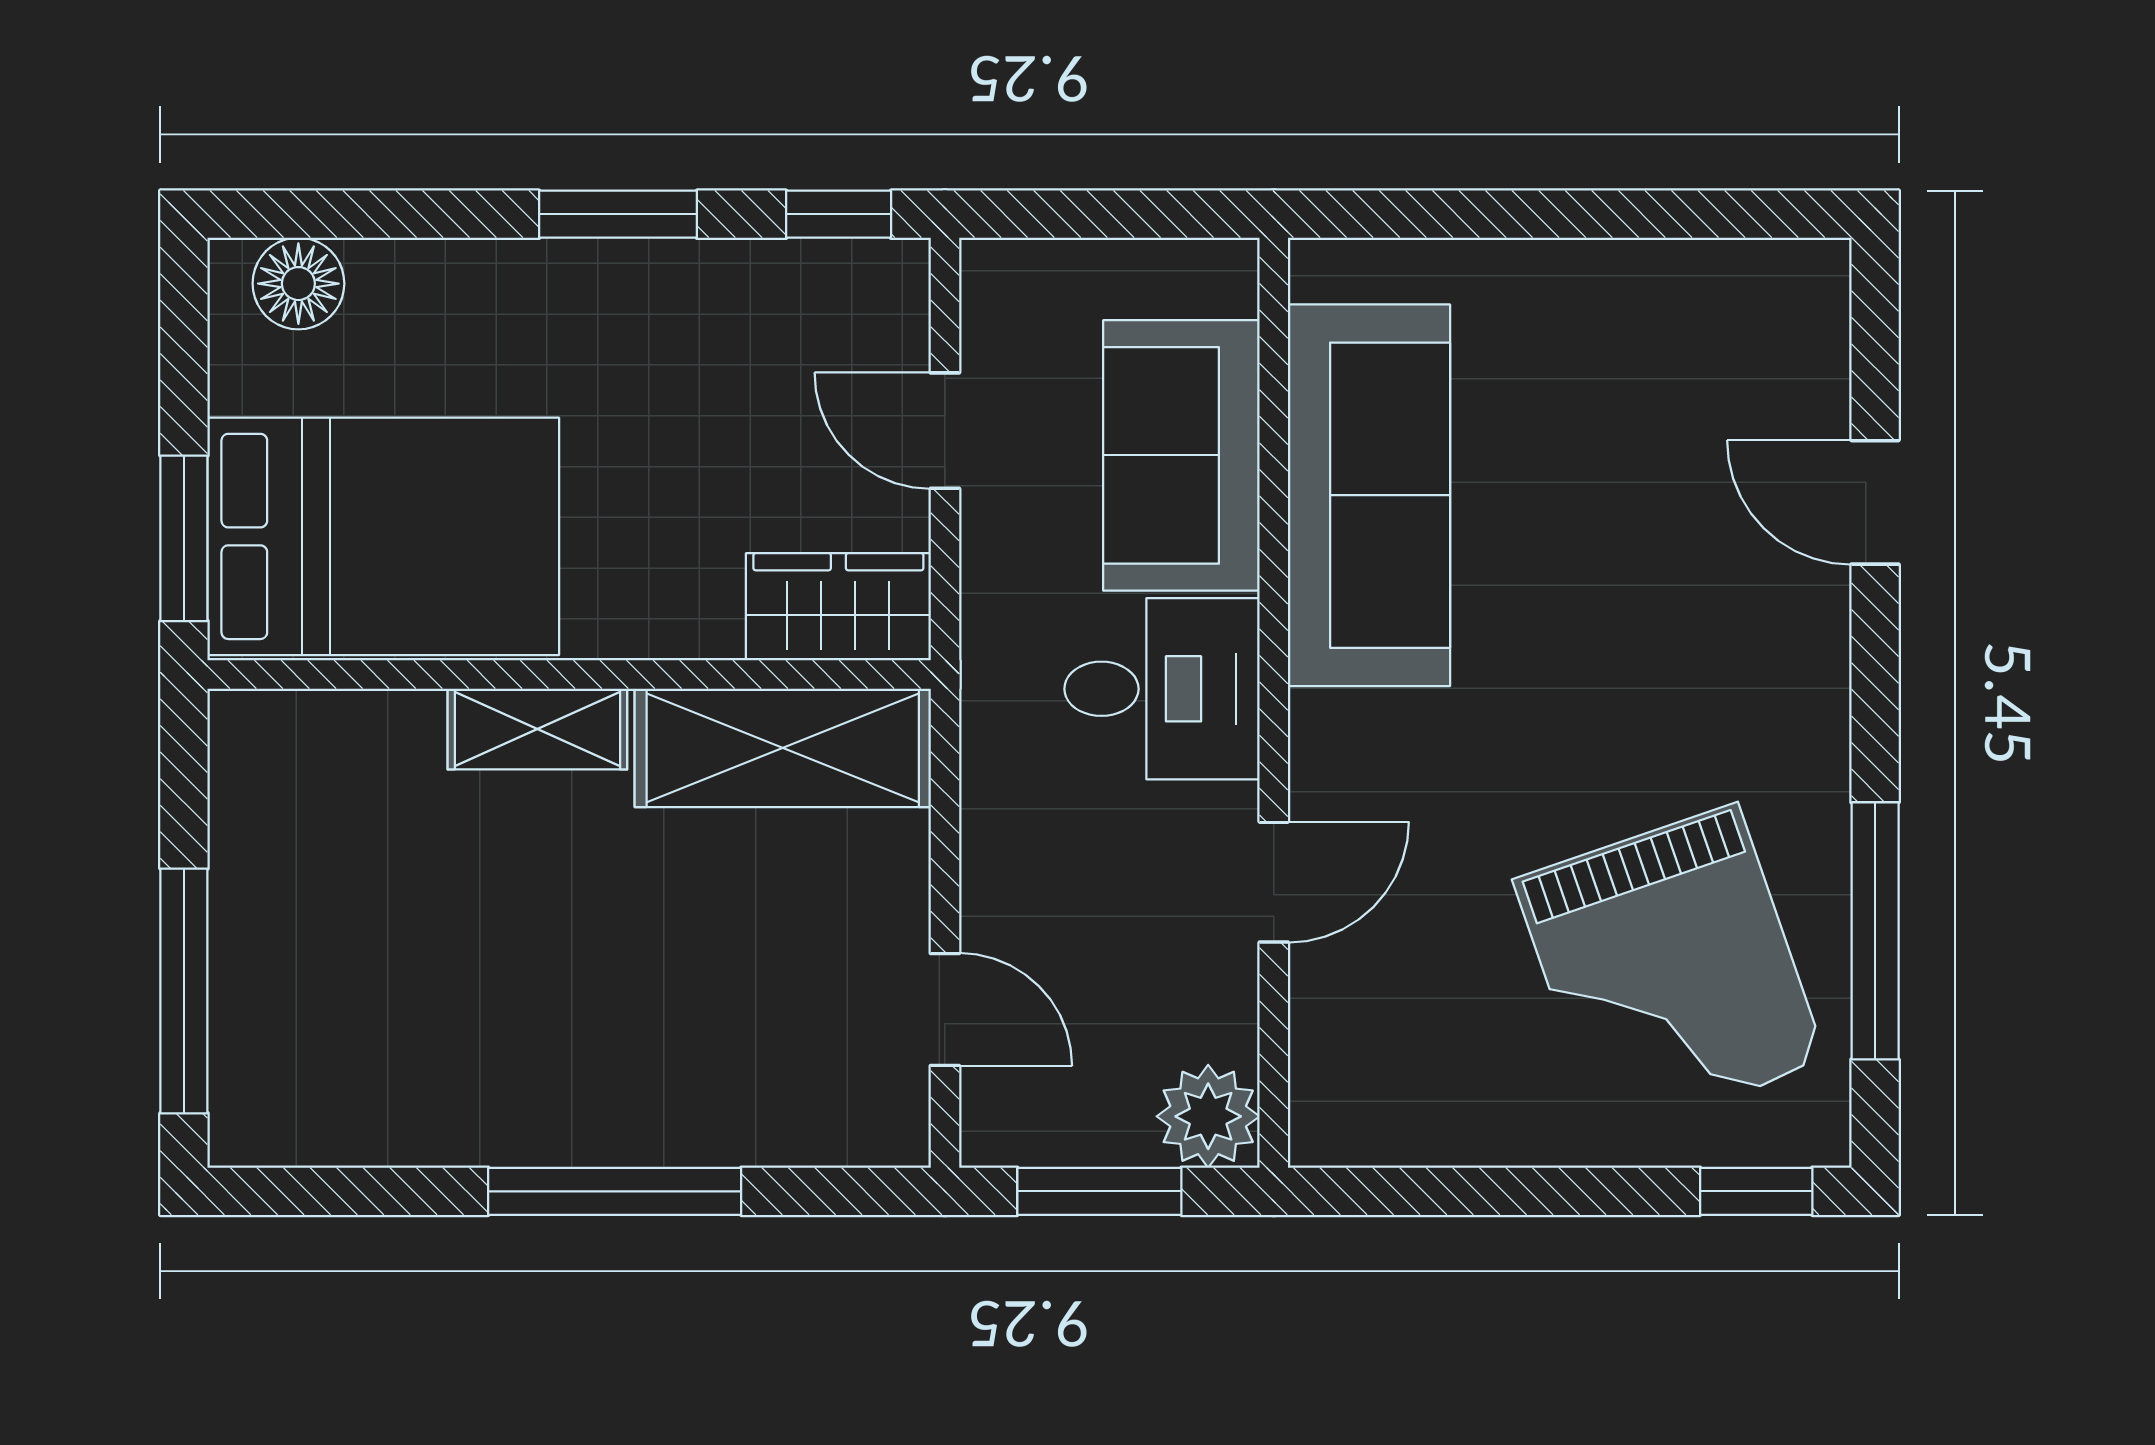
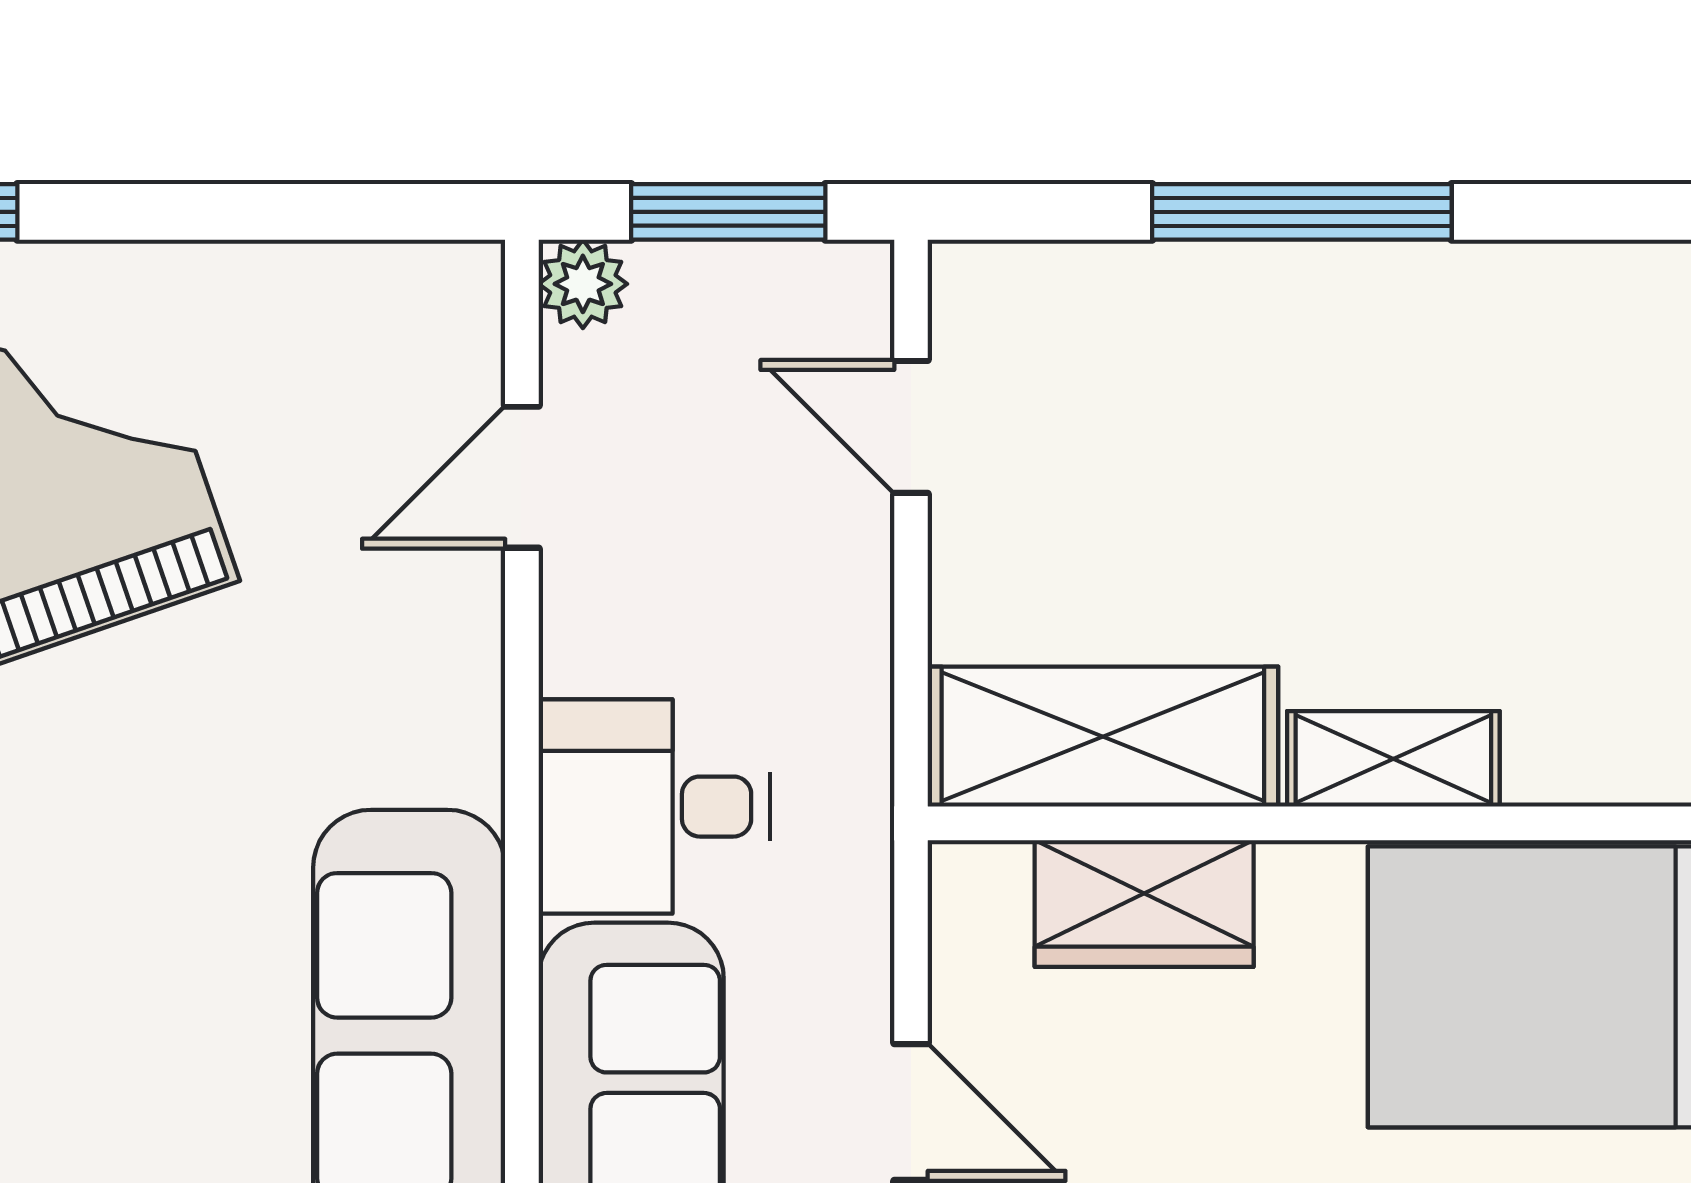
wardrobe: (838, 607) -> (1144, 904), moved
door: (1274, 882) -> (522, 477), moved
plant: (1208, 1116) -> (583, 284), width x0.73, depth x0.73

